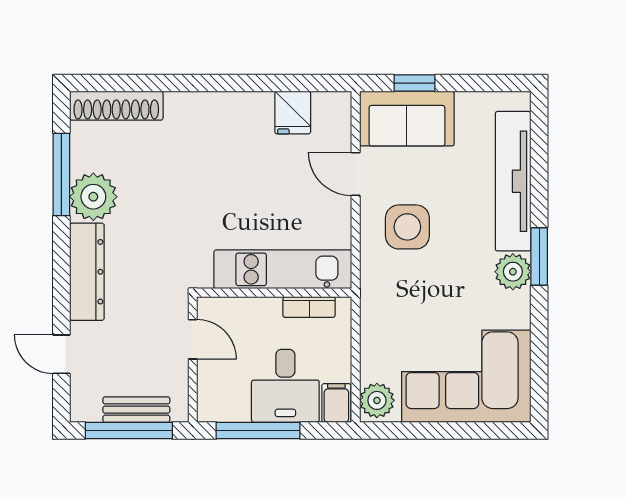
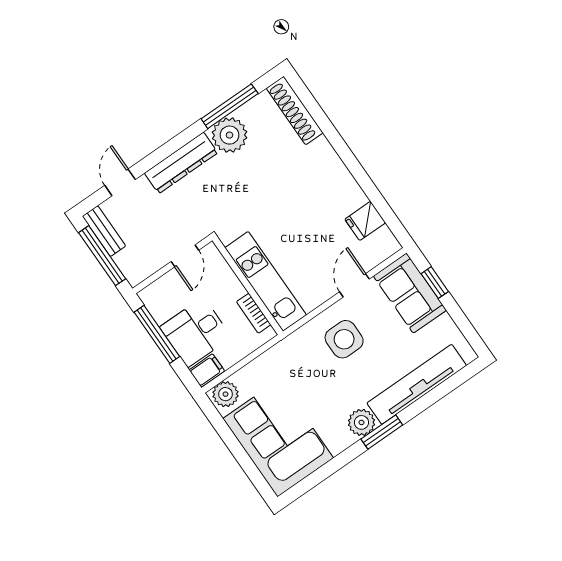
bench: (136, 410) -> (104, 231), moved

